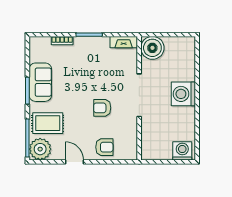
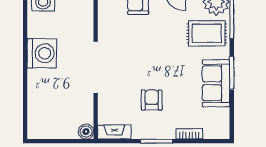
boiler: (152, 48) -> (86, 132), width x0.54, depth x0.54
washing machine: (183, 94) -> (42, 53), moved
armchair: (102, 108) -> (152, 100), moved, turned -90

